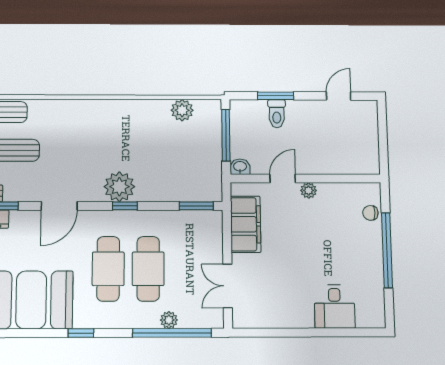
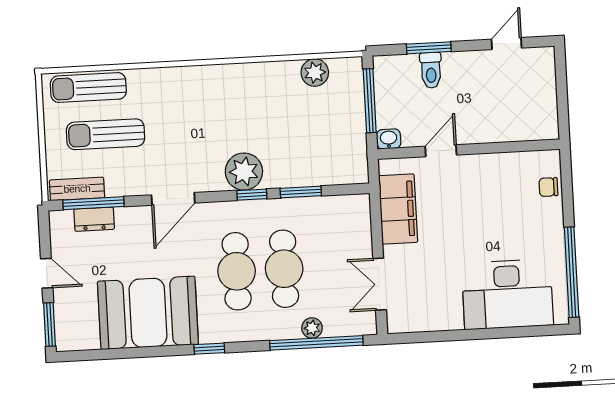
plant: (309, 190) -> (473, 164), removed
window: (196, 206) -> (301, 192), moved
window: (387, 250) -> (572, 272), moved
desk: (335, 307) -> (507, 294), width x1.87, depth x1.30

